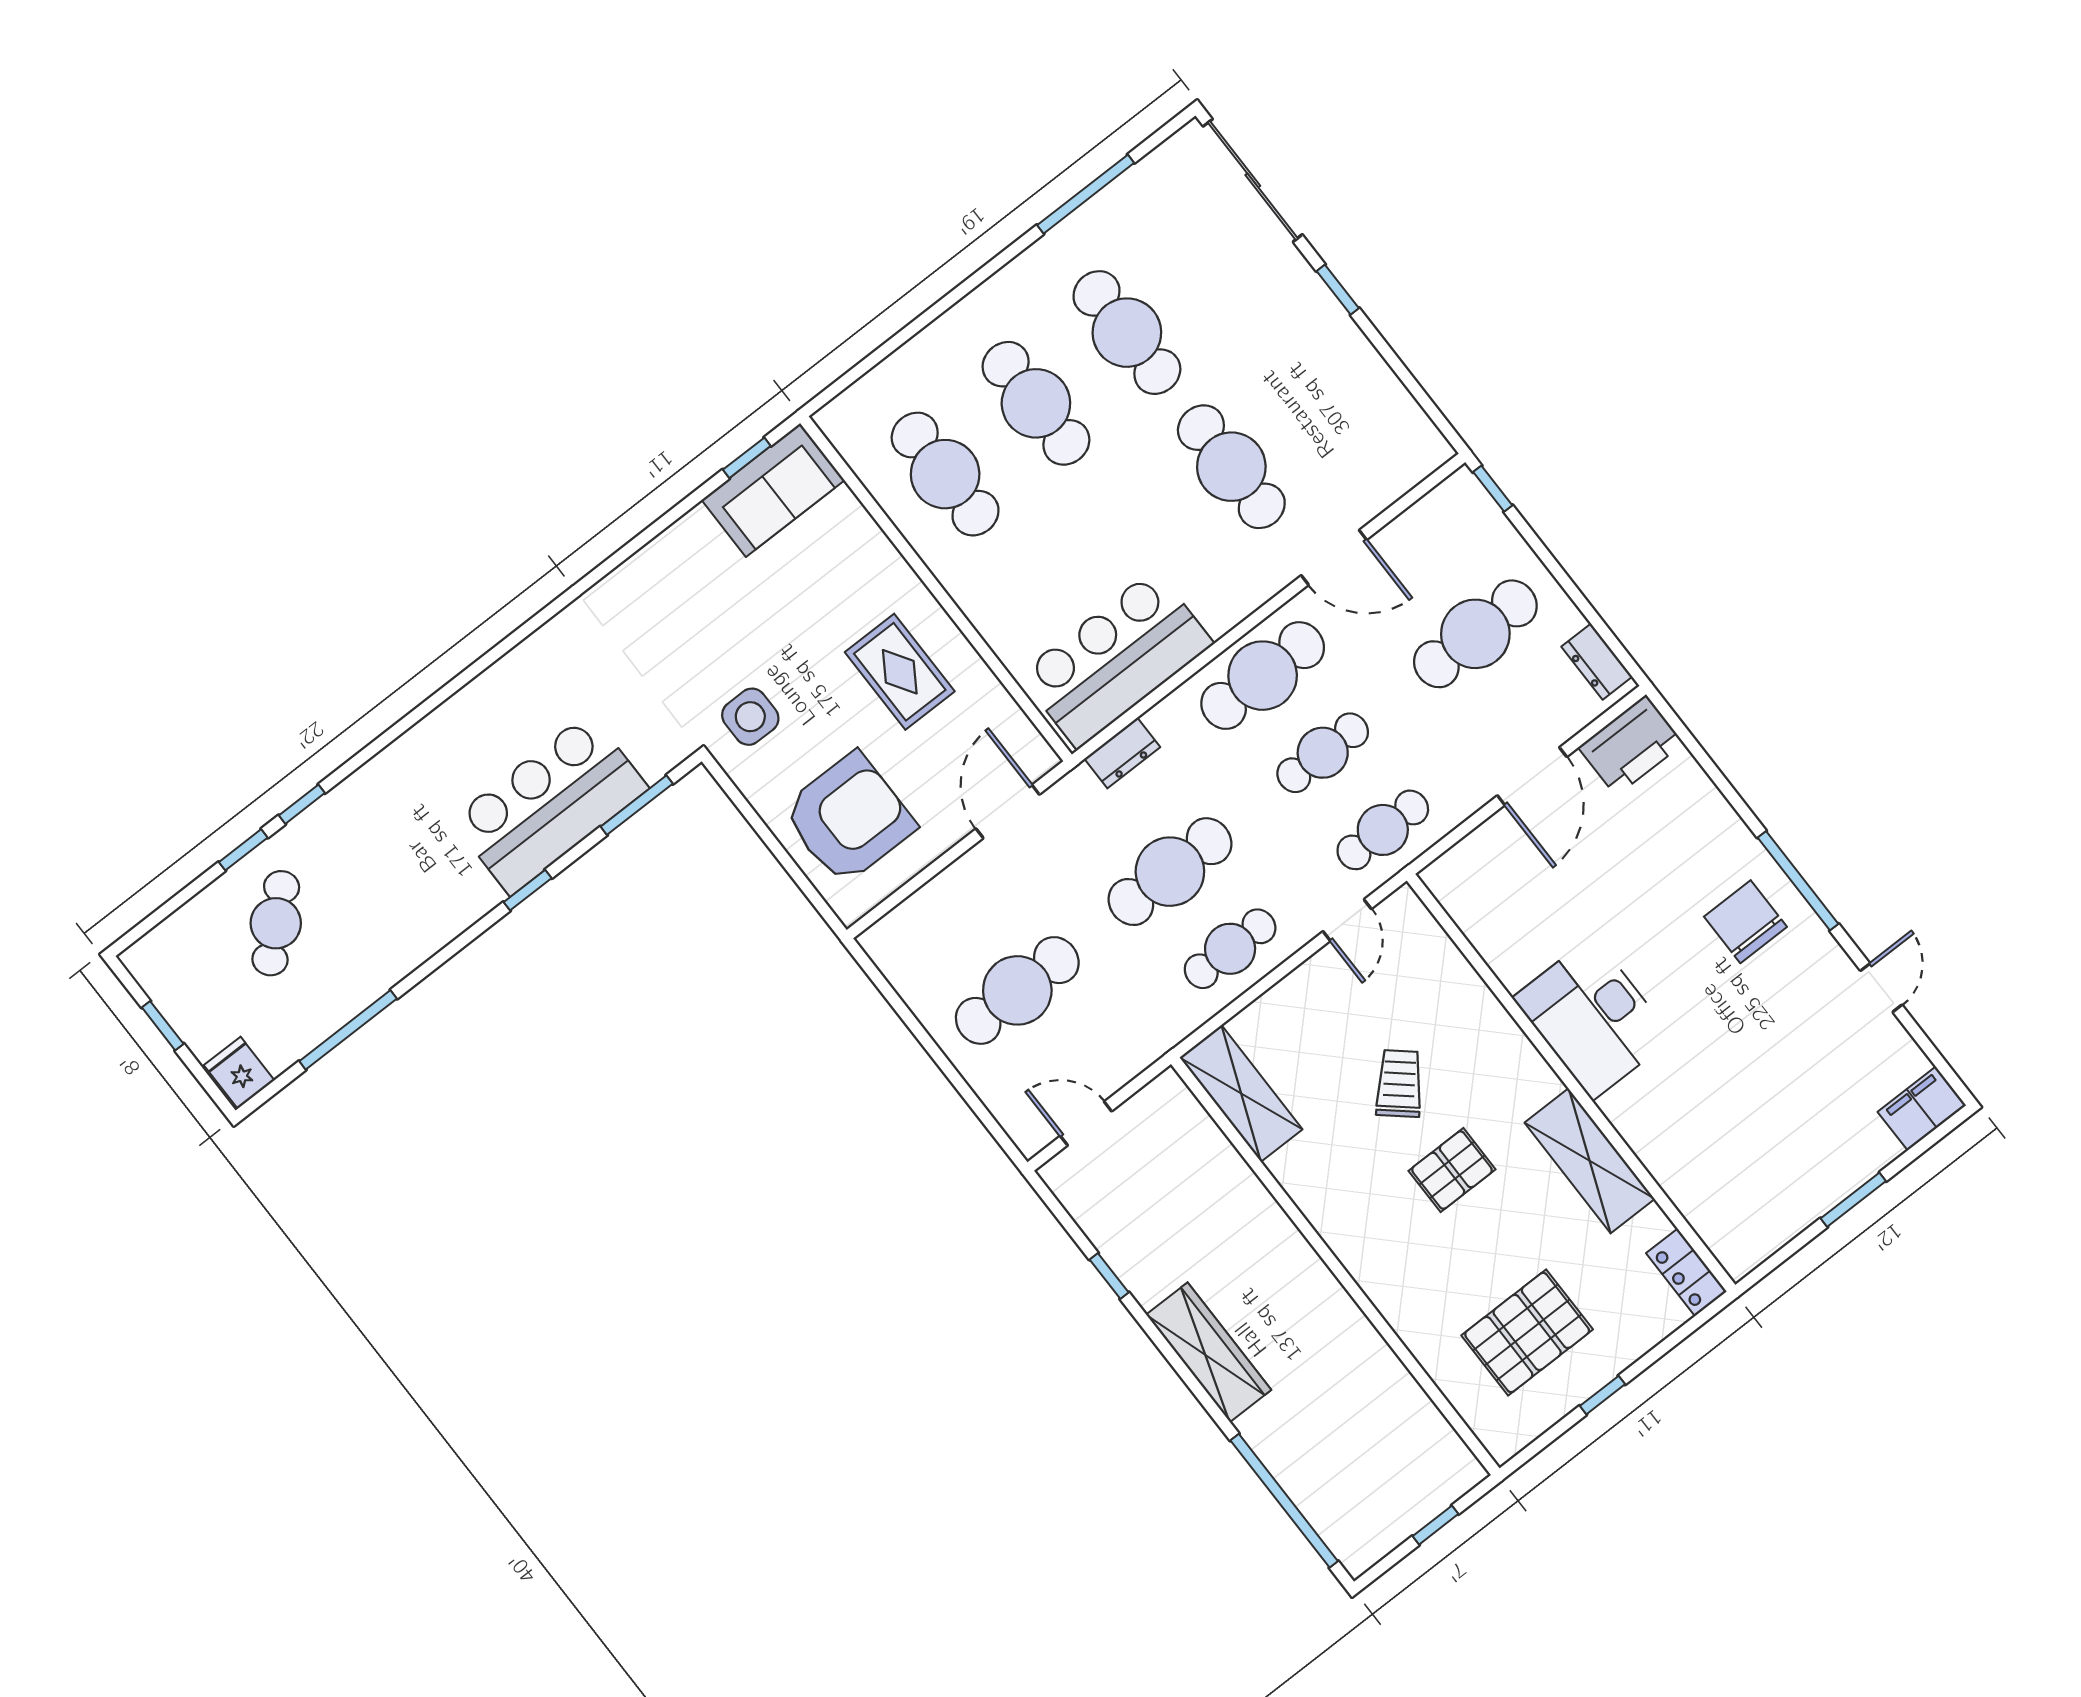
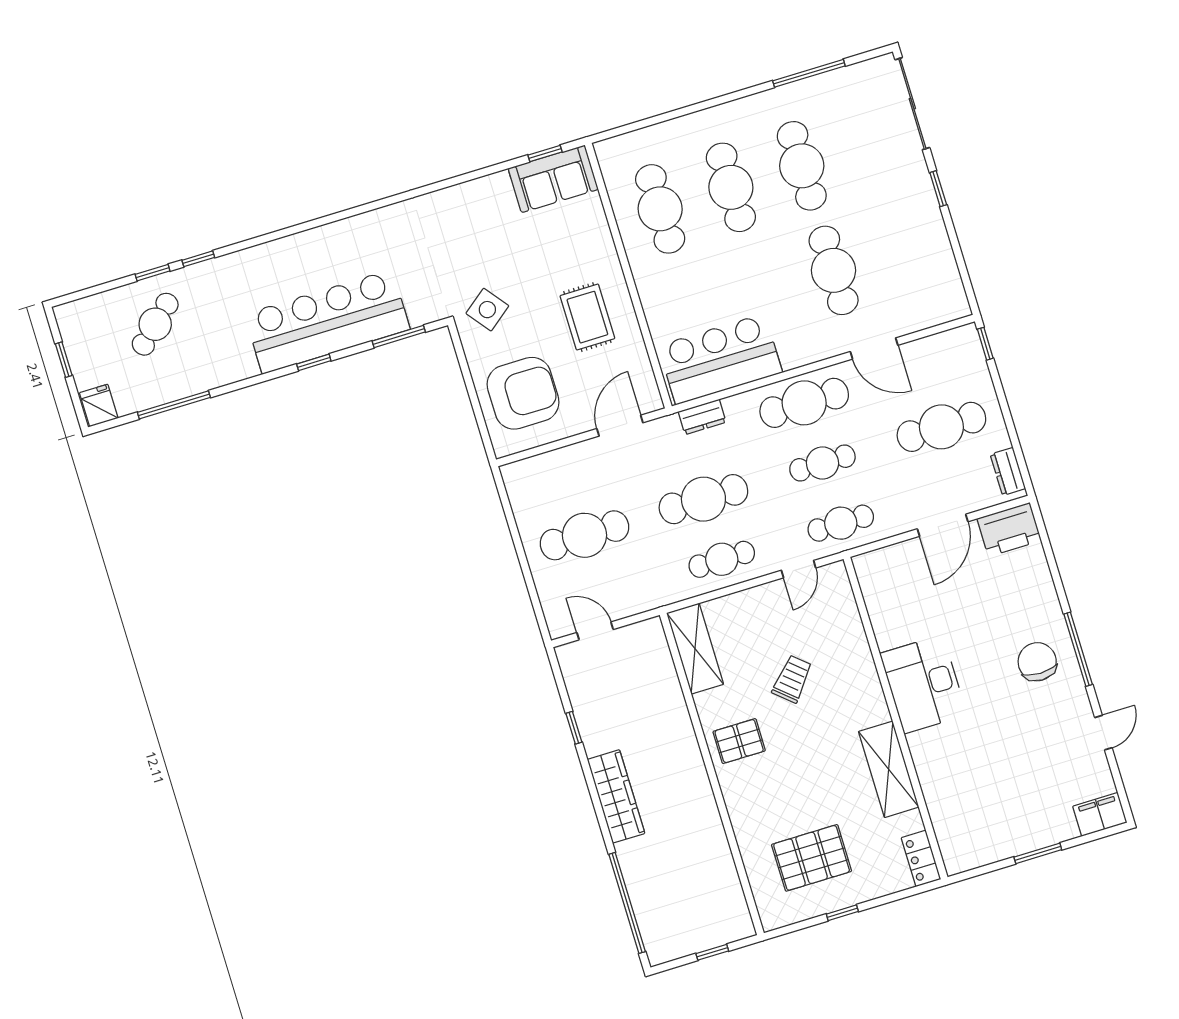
side table: (750, 717) -> (487, 310), turned -38
bar counter: (550, 804) -> (327, 322), width x1.36
pallet: (1452, 1170) -> (739, 741), moved

